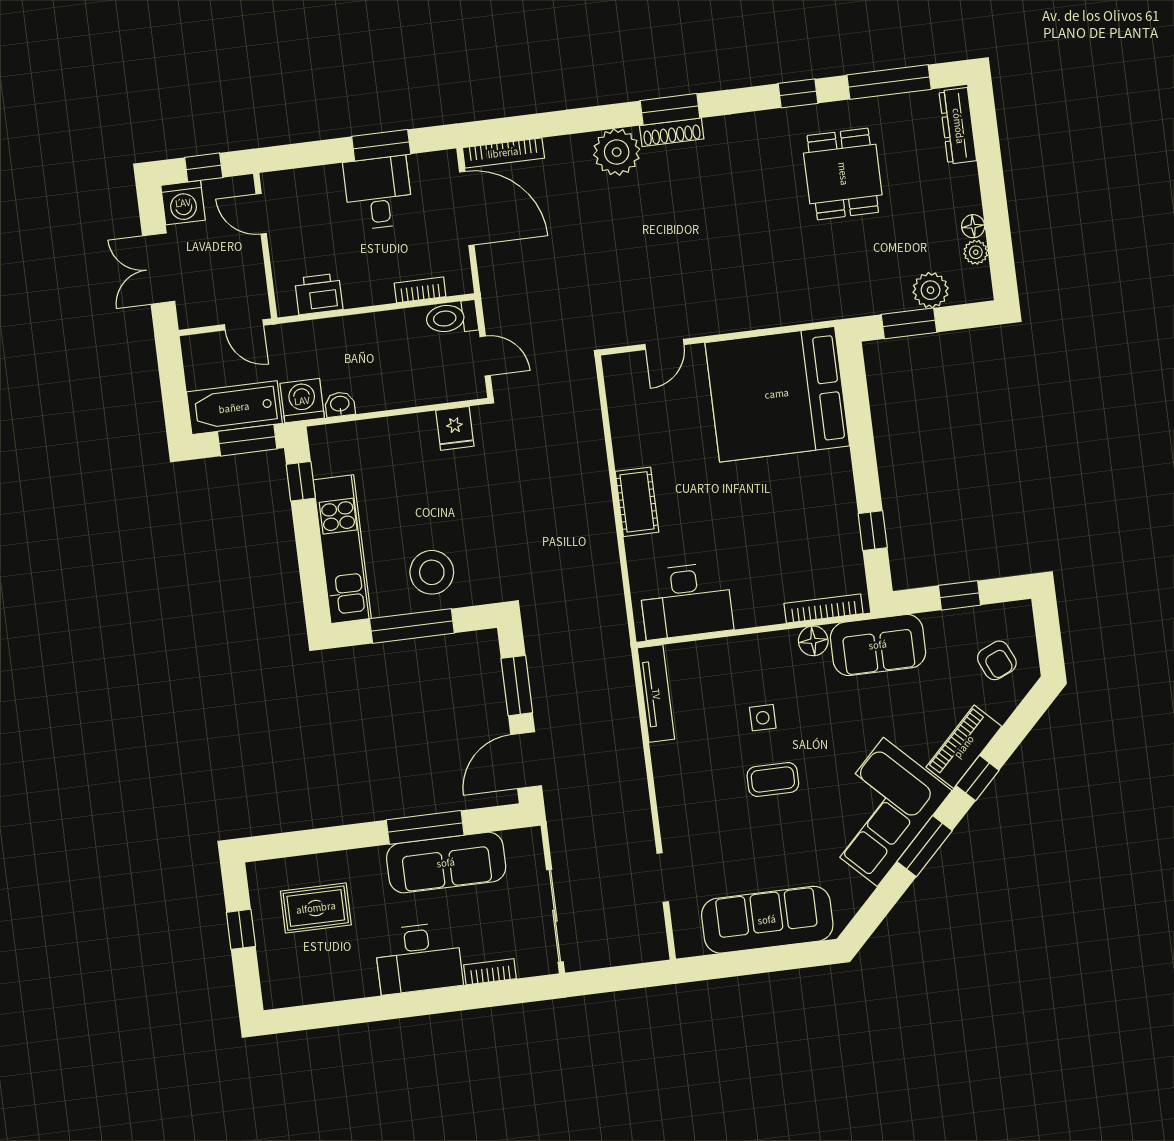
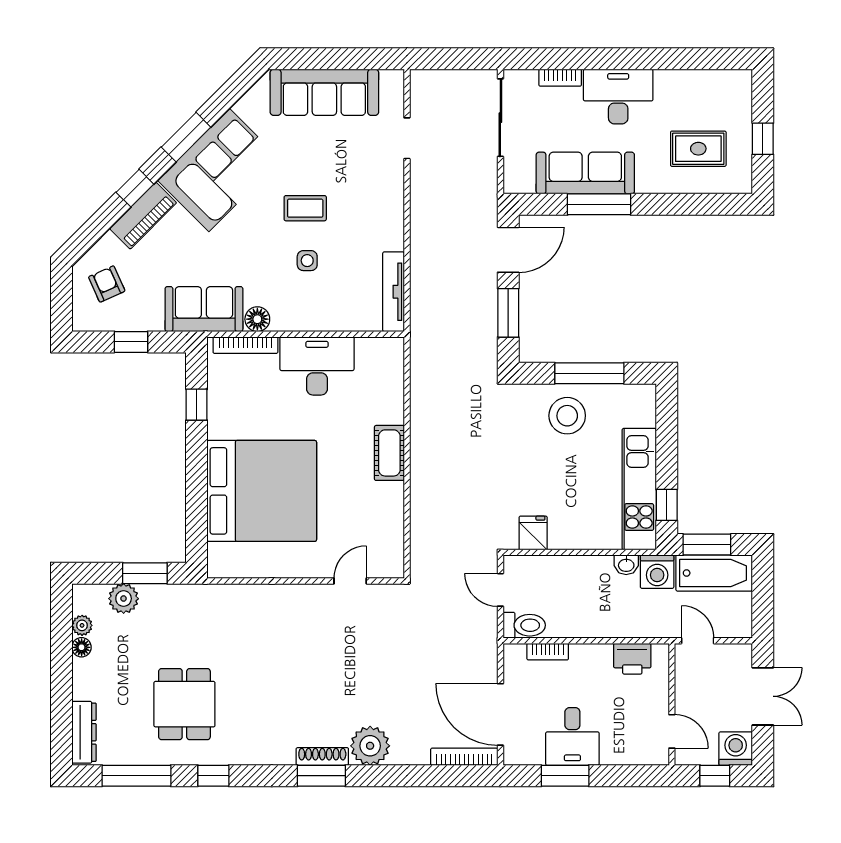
bed: (777, 394) -> (262, 491), moved
kitchen unit: (342, 549) -> (639, 489), moved
desk: (686, 601) -> (317, 366), moved

